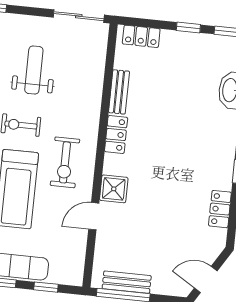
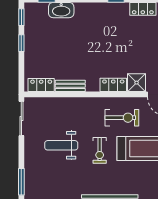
locker: (141, 36) -> (41, 85), moved, turned -90
locker: (116, 135) -> (113, 85), moved

